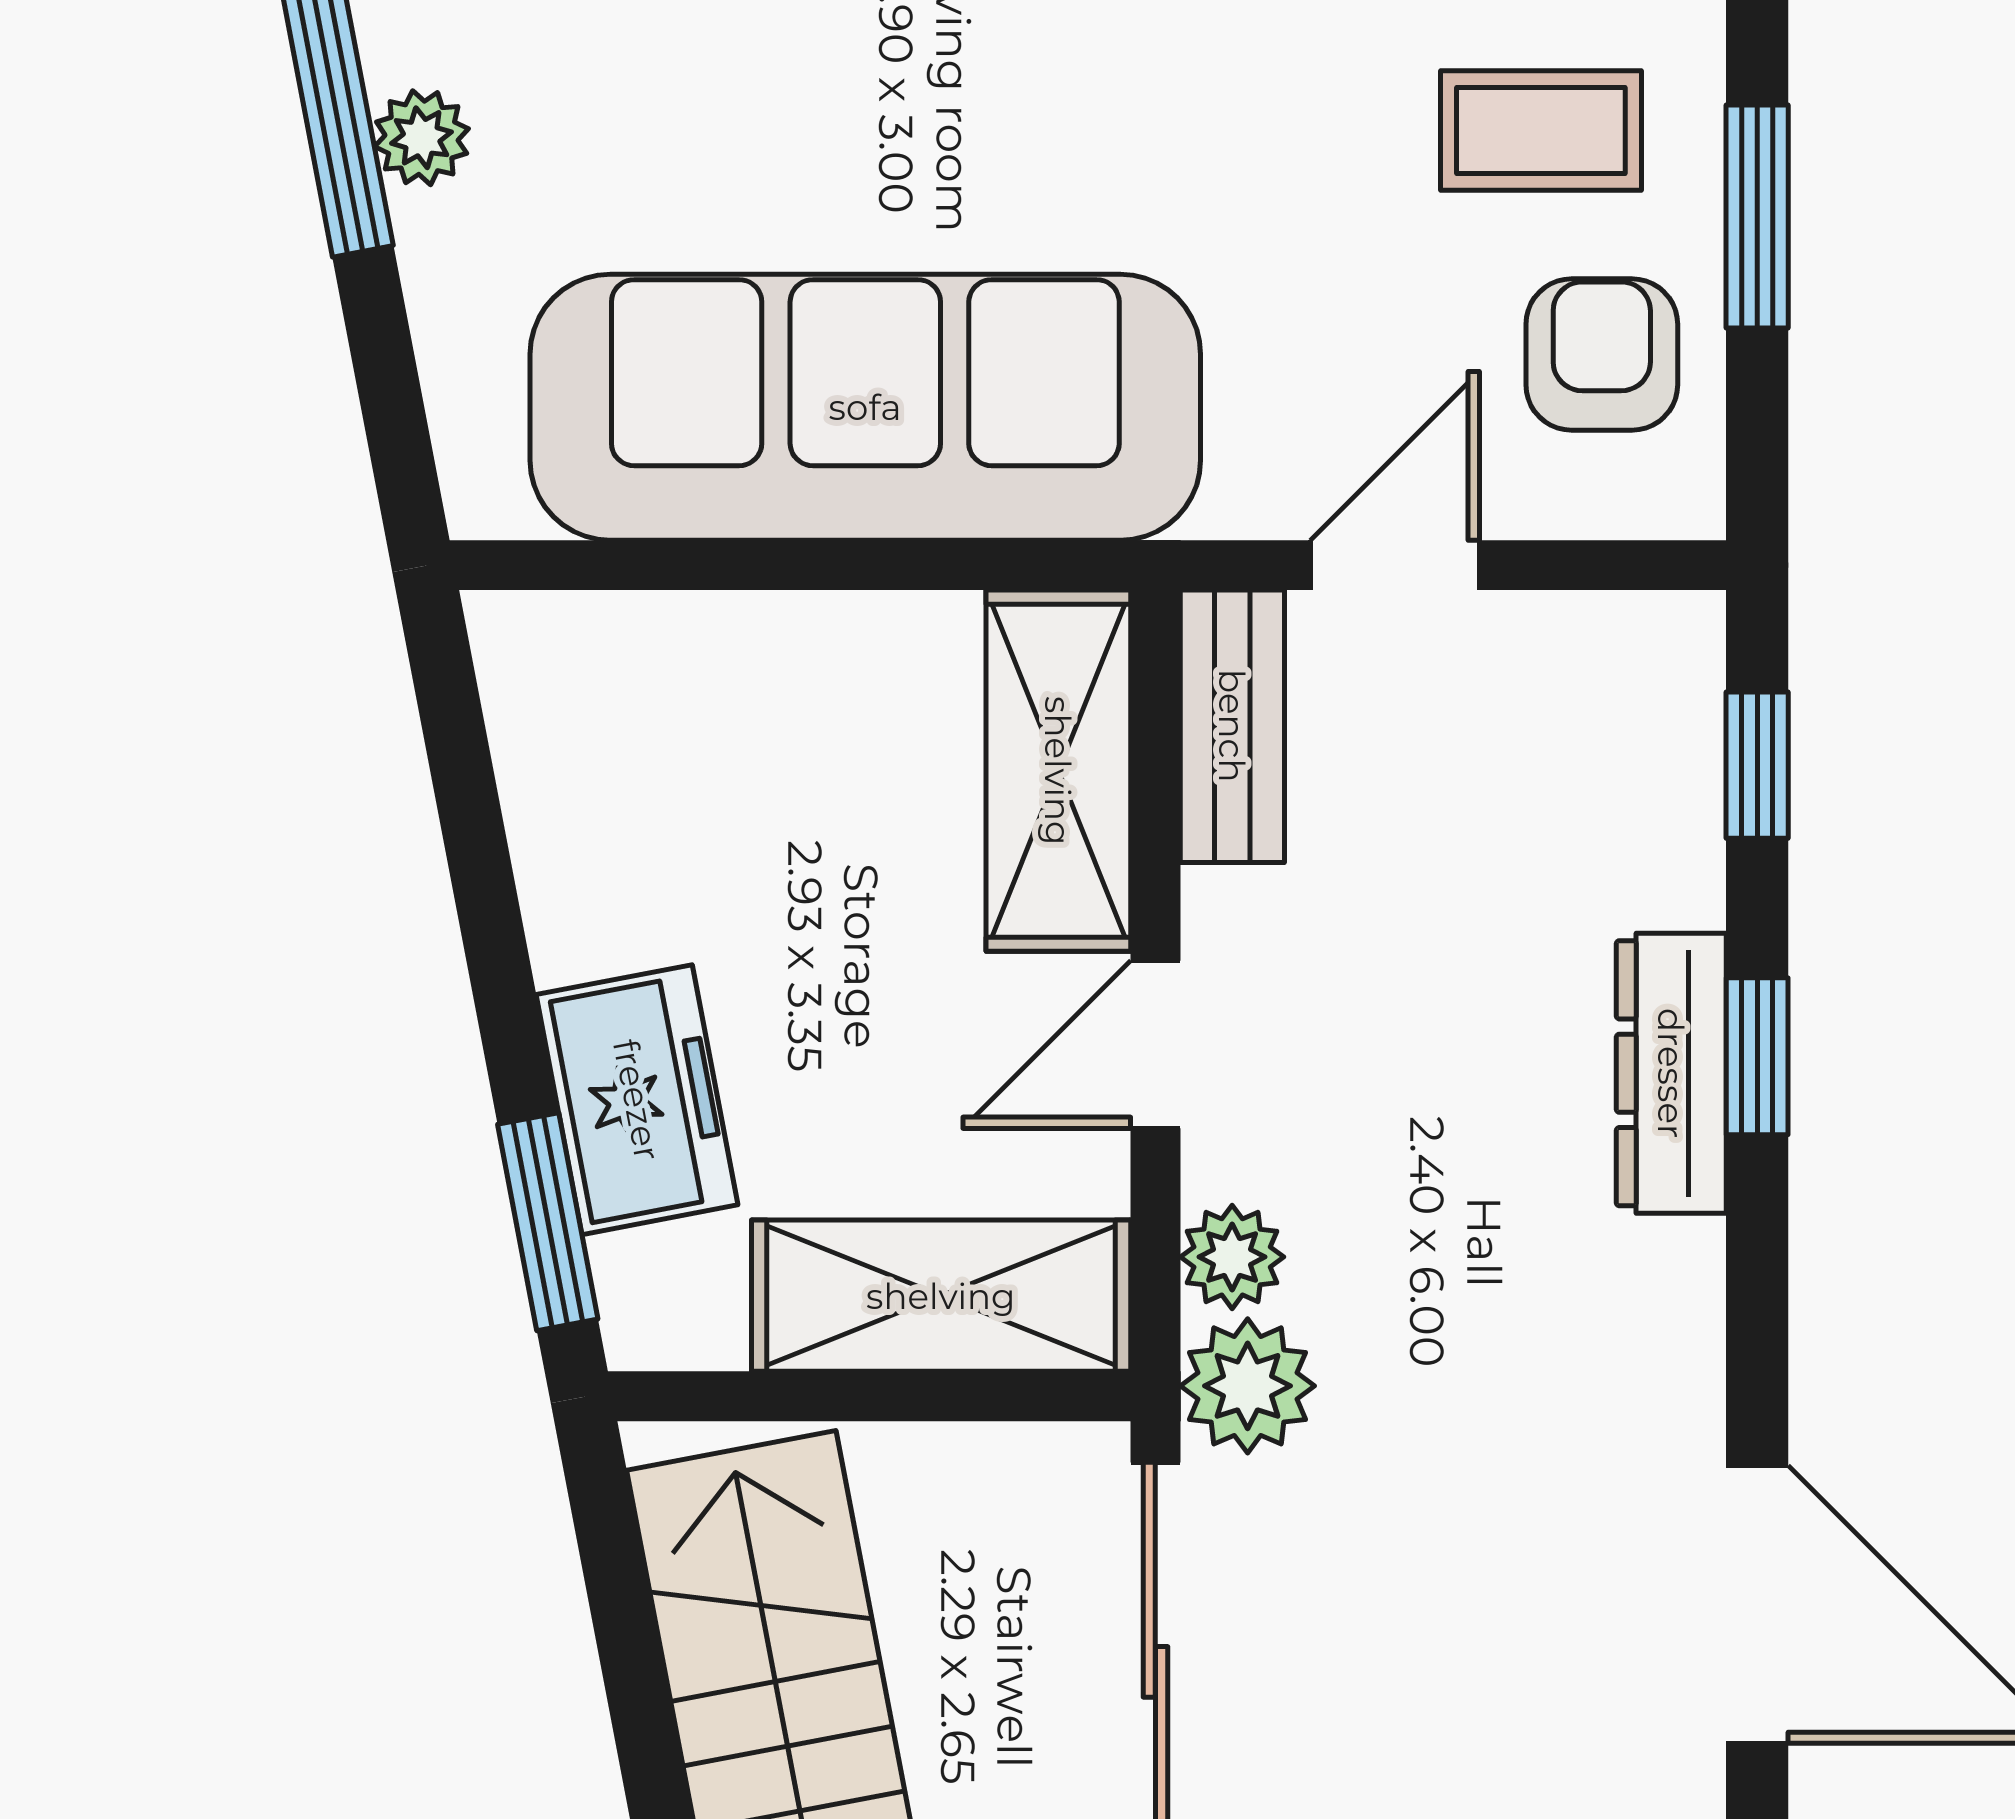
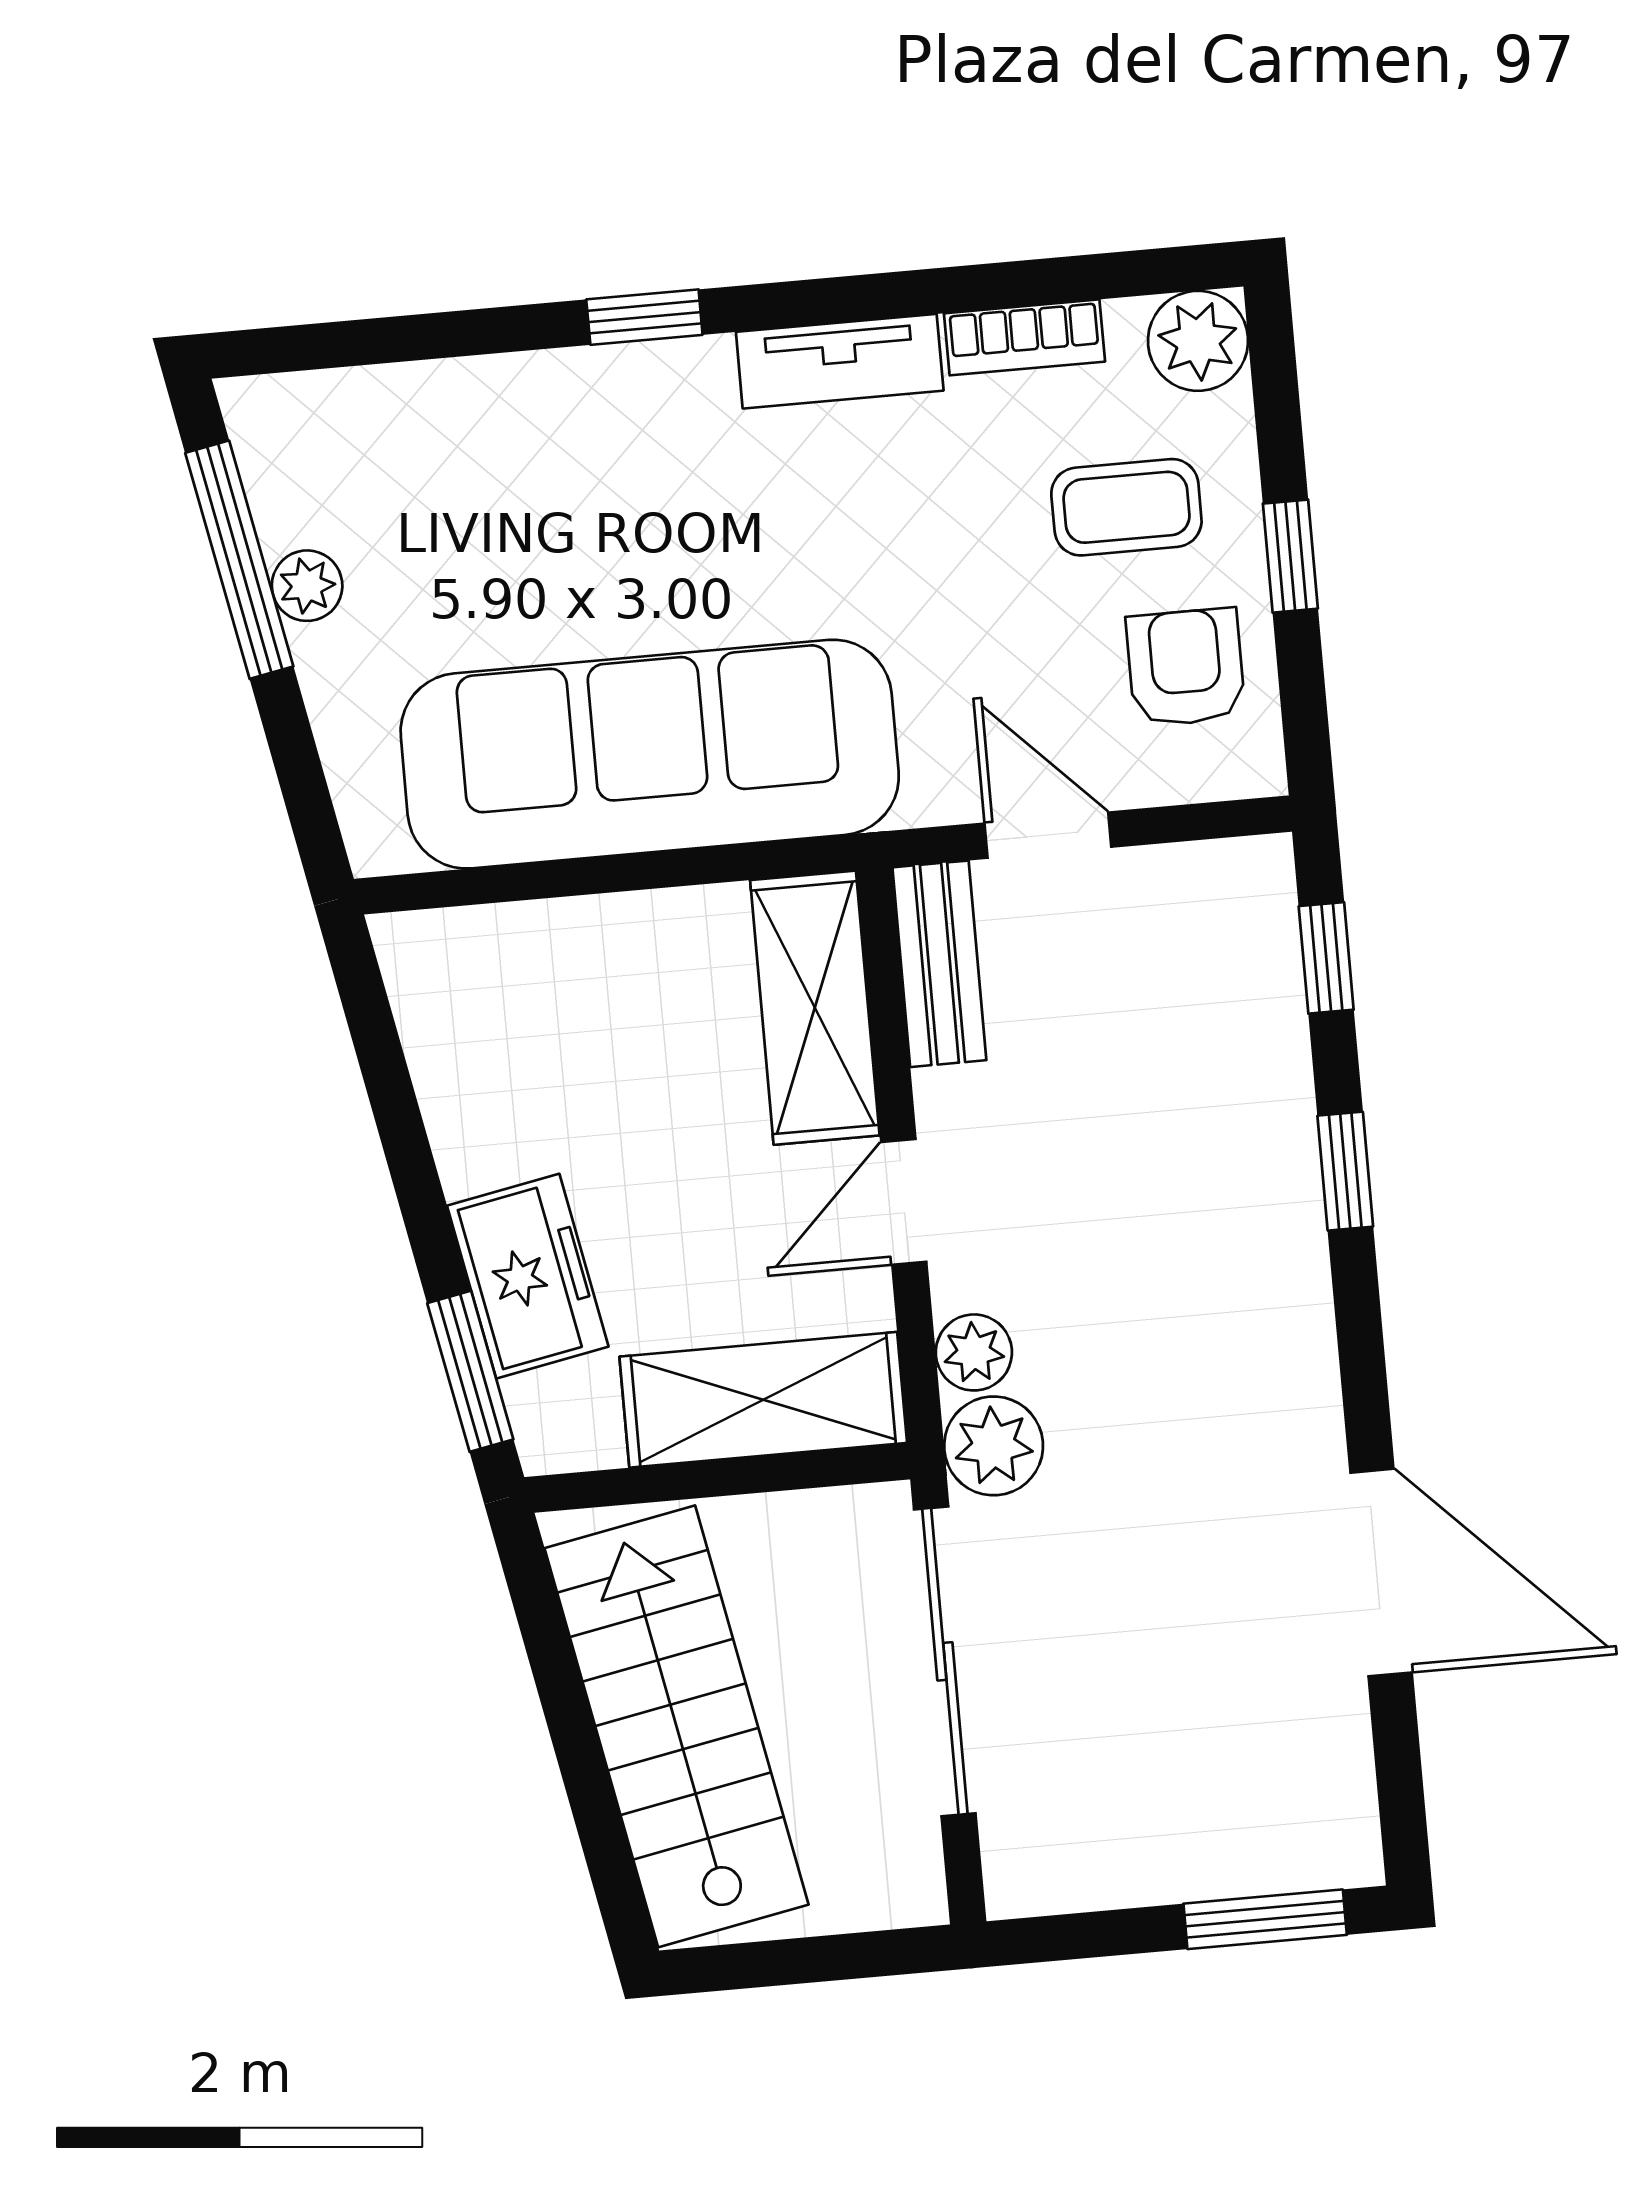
window: (1757, 216) -> (1290, 556), width x0.67
door: (1395, 565) -> (1048, 835), hinge flipped
dresser: (1671, 1073) -> (1283, 1189), removed

